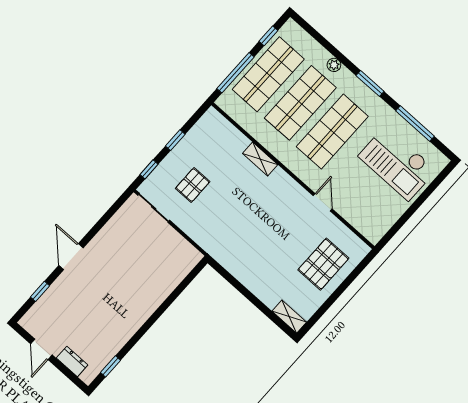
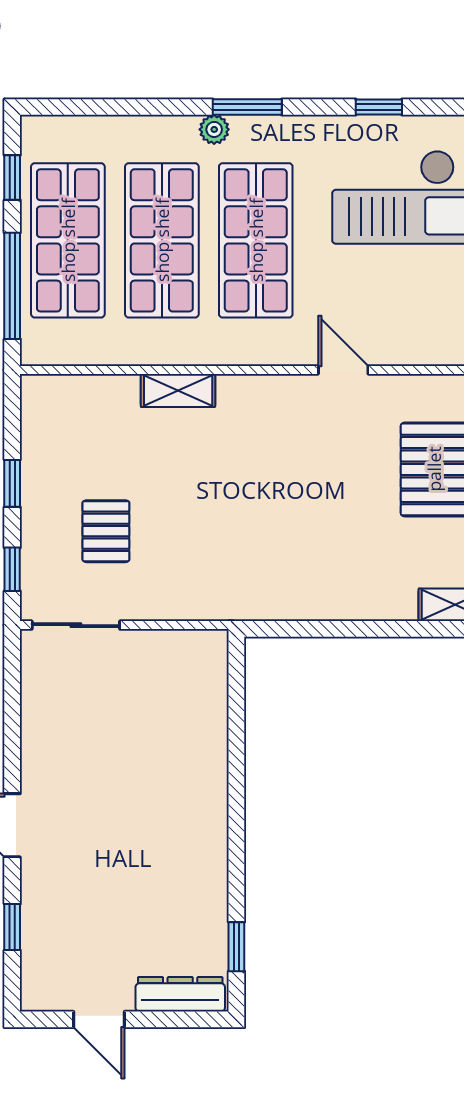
plant: (334, 65) -> (214, 129), moved
window: (415, 124) -> (379, 107), width x0.46
dresser: (72, 361) -> (180, 994), width x1.44

